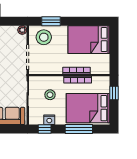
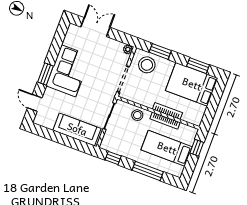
window: (88, 21) -> (198, 66), added
stool: (50, 95) -> (137, 115), moved
bed: (88, 108) -> (167, 148), width x0.67
nightstand: (49, 120) -> (121, 150), removed

